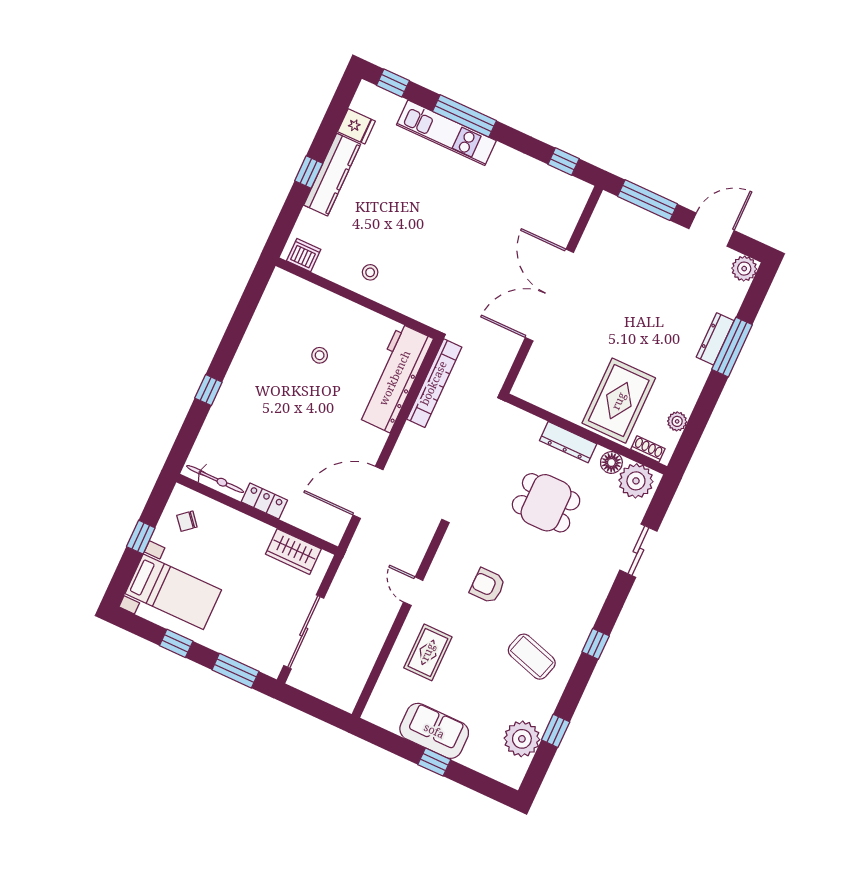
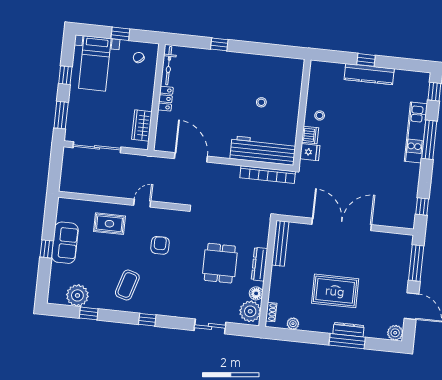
fridge: (356, 126) -> (310, 152), moved, turned -90
dishwasher: (304, 255) -> (310, 135), moved
bench: (547, 399) -> (280, 243), added
rug: (619, 401) -> (335, 291), moved

